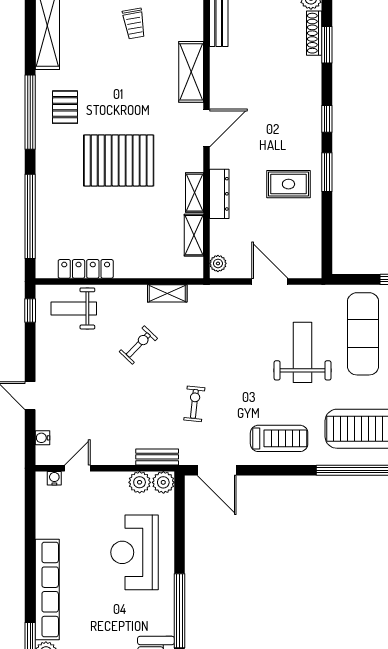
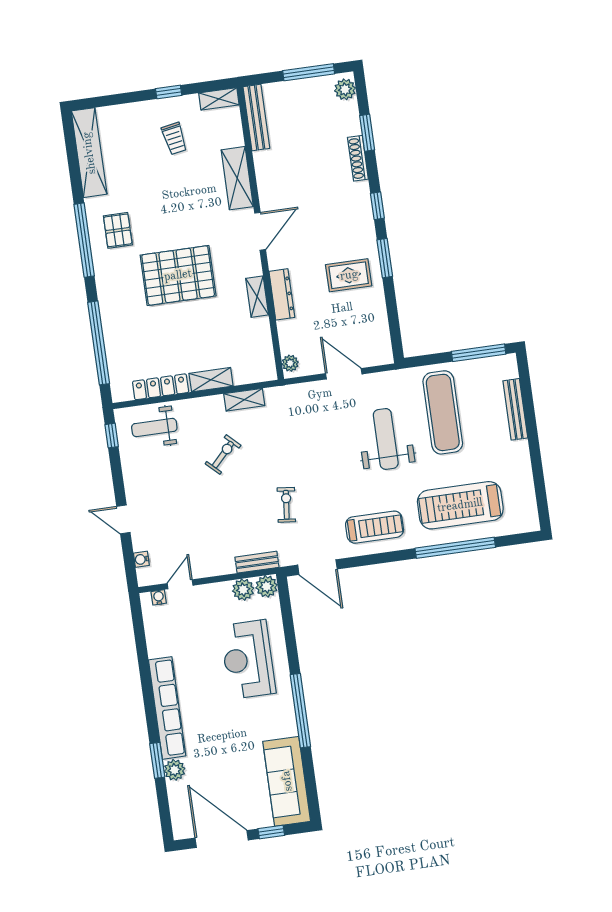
shoe rack: (314, 33) -> (358, 158), moved
shelving: (194, 235) -> (211, 380), moved, turned 90

